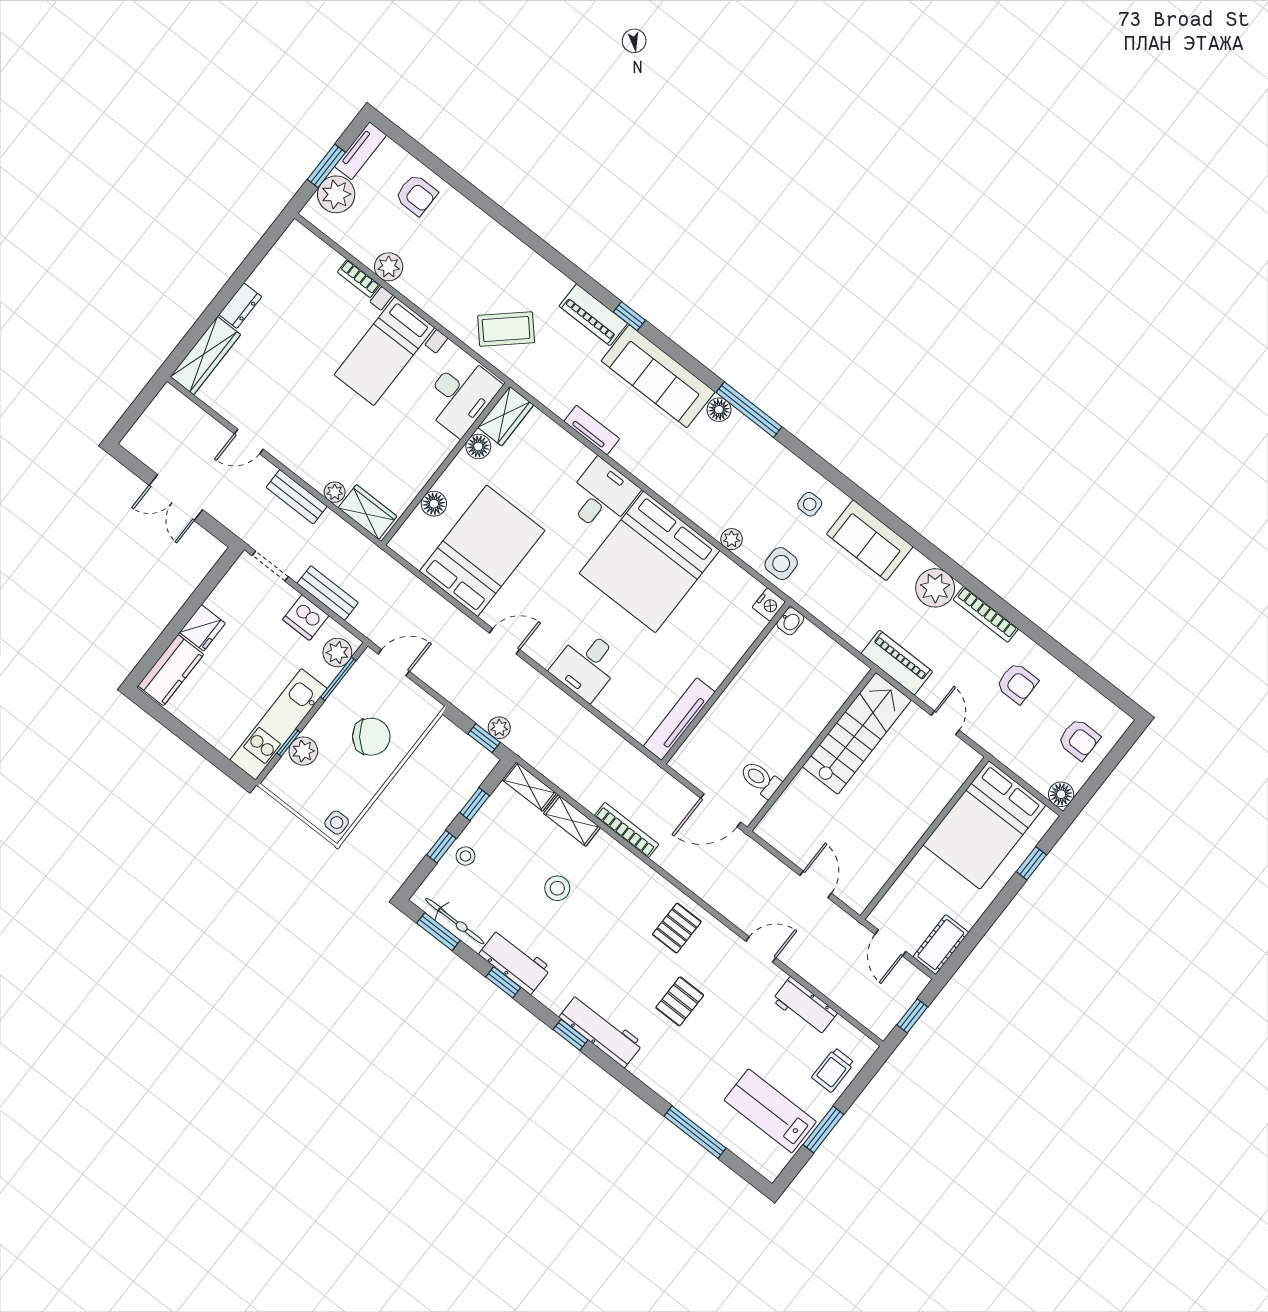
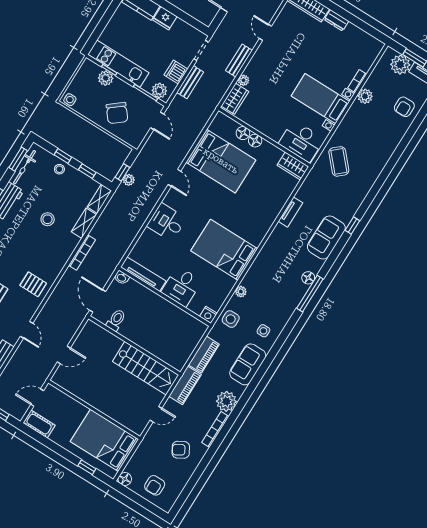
piano: (593, 315) -> (204, 355), moved, turned 180
sofa: (658, 376) -> (326, 237), width x0.73
floor lamp: (478, 446) -> (255, 141), moved
desk: (601, 496) -> (181, 287), moved, turned 90
bed: (649, 562) -> (224, 250), width x0.73
washbasin: (790, 621) -> (122, 278), moved
armchair: (1017, 683) -> (181, 450), turned 60

